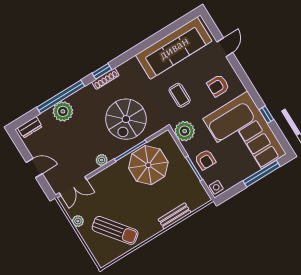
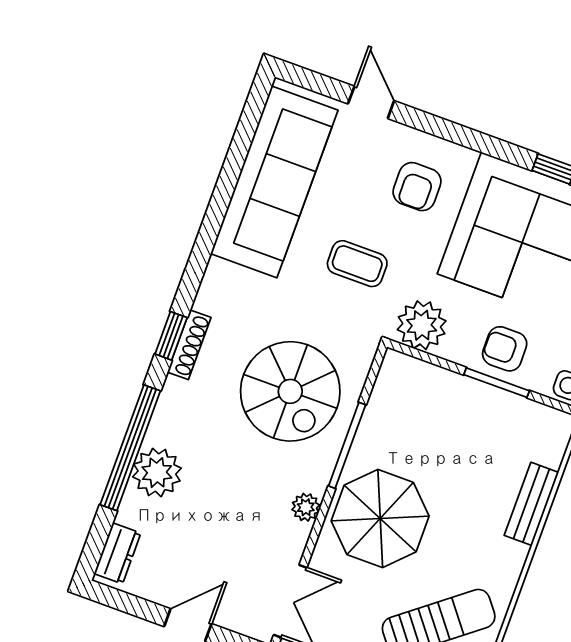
armchair: (205, 160) -> (505, 349), turned 180
parasol: (148, 165) -> (380, 519), moved

